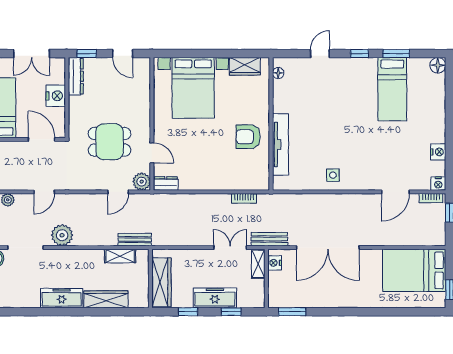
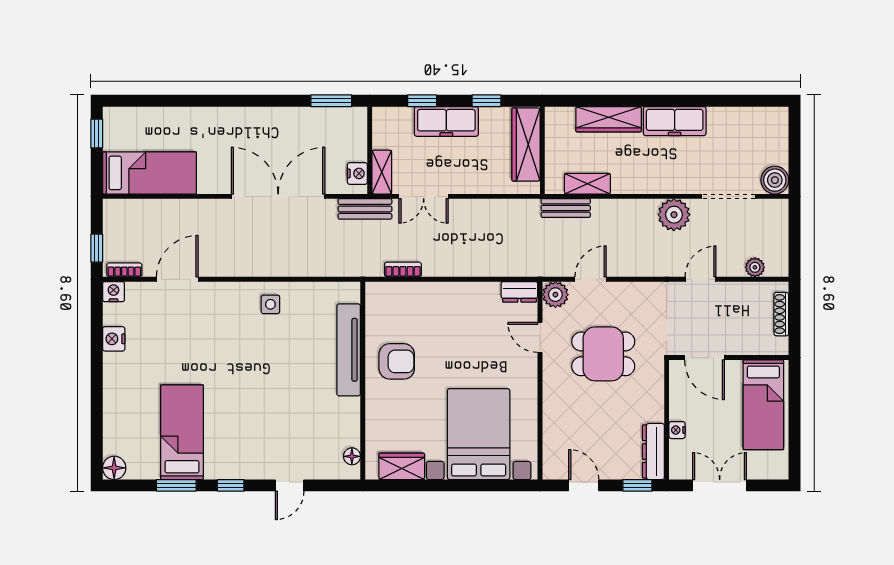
nightstand: (56, 96) -> (677, 430), width x0.53, depth x0.56
bed: (414, 270) -> (149, 173), width x0.67

